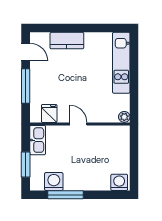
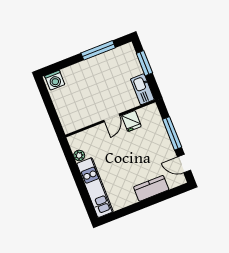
fridge: (49, 113) -> (131, 121), moved
plant: (124, 117) -> (79, 155), moved
door: (78, 124) -> (112, 118), hinge flipped
washing machine: (54, 182) -> (113, 58), removed

